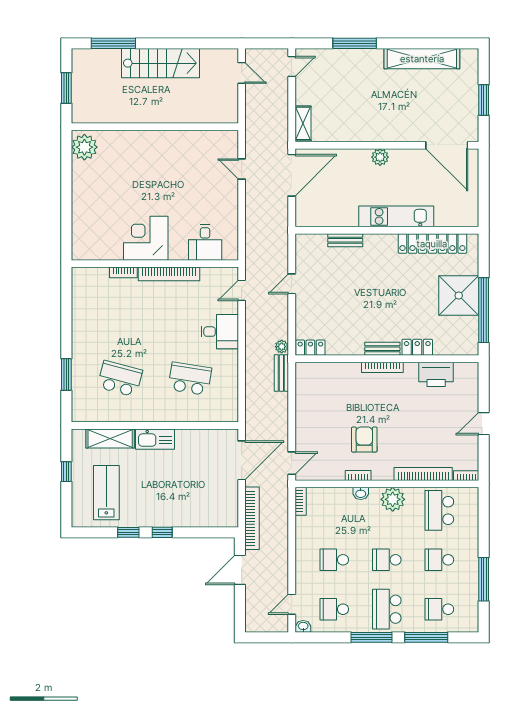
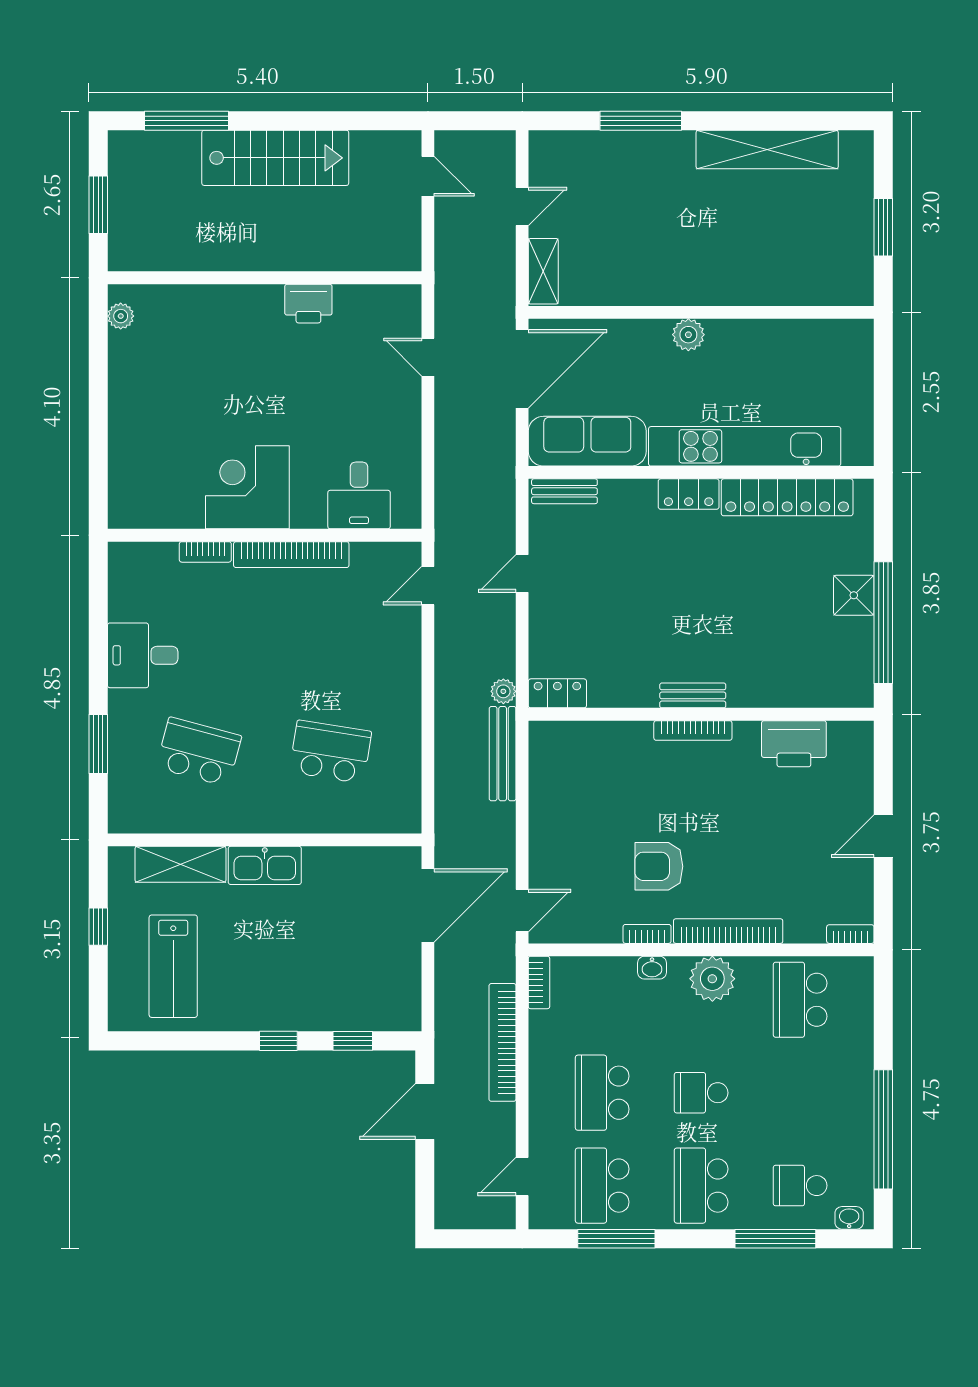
door: (292, 66) -> (522, 206), moved
printer: (178, 141) -> (308, 304), added
door: (447, 145) -> (814, 312), removed
plant: (84, 147) -> (121, 316), width x0.53, depth x0.53
sofa: (326, 214) -> (587, 441), added
kitchen unit: (396, 216) -> (745, 446), width x1.36
bench: (345, 240) -> (564, 491), moved
shower: (459, 296) -> (854, 595), width x0.54, depth x0.54
desk: (220, 332) -> (143, 655), moved, turned 180
locker: (417, 347) -> (689, 494), moved, turned 180
bench: (281, 373) -> (503, 754), width x1.36
armchair: (364, 440) -> (659, 866), turned -90
bookcase: (423, 474) -> (728, 931), moved
lab bench: (106, 493) -> (173, 966), turned 180
bookcase: (252, 518) -> (502, 1042), moved, turned 180
window: (128, 532) -> (353, 1041), moved
school desk: (334, 560) -> (602, 1093), width x1.85
school desk: (439, 560) -> (800, 1093), removed
window: (484, 579) -> (883, 1129), width x1.46
school desk: (334, 609) -> (602, 1186), width x1.85
washbasin: (303, 626) -> (849, 1218), moved
window: (371, 637) -> (616, 1239), moved

